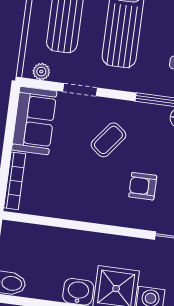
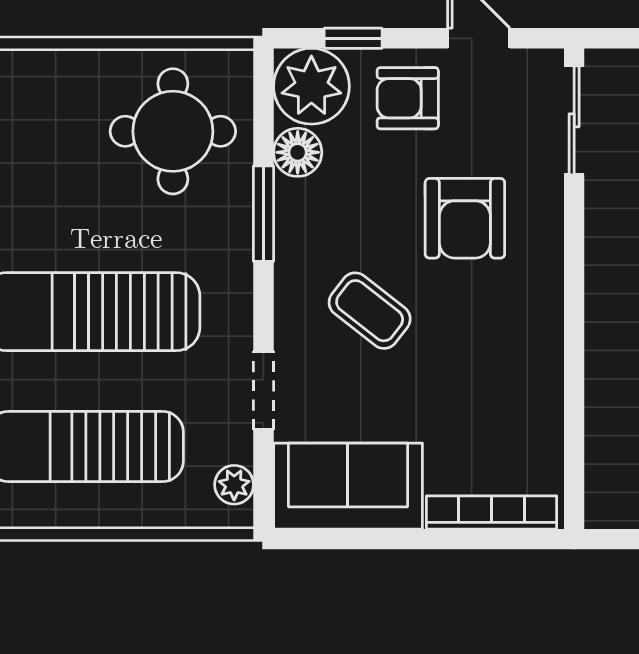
armchair: (143, 186) -> (465, 218), width x1.38, depth x1.38

